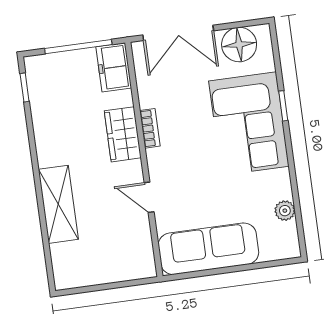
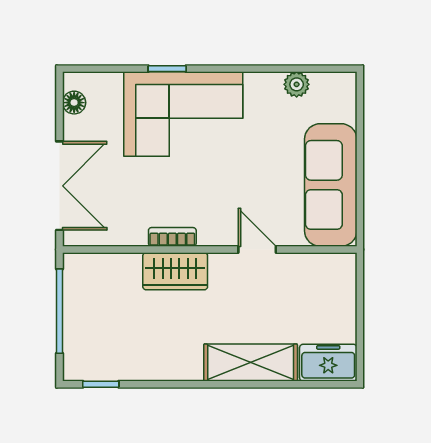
floor lamp: (239, 45) -> (74, 103), width x0.53, depth x0.53
freezer: (114, 67) -> (328, 363), moved, turned 180
door: (149, 197) -> (257, 249), swing flipped

